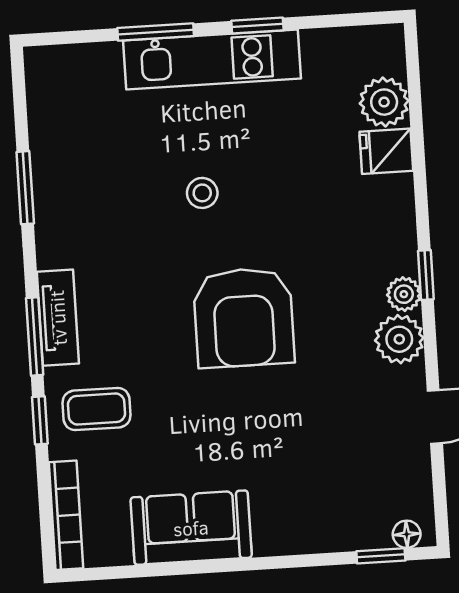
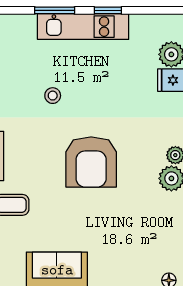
stool: (202, 193) -> (53, 96), moved

